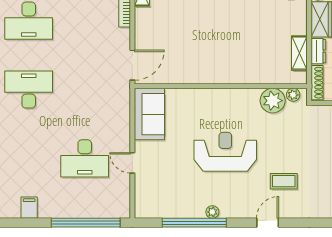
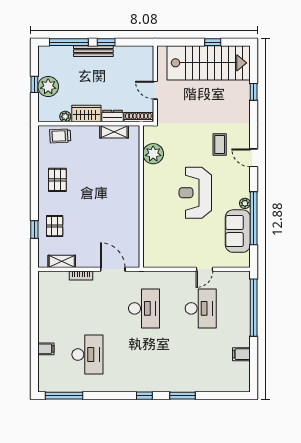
door: (132, 65) -> (113, 269), moved
desk: (29, 90) -> (144, 308), moved, turned 180
plant: (293, 95) -> (148, 137), removed
sofa: (149, 114) -> (238, 231), moved, turned -90

